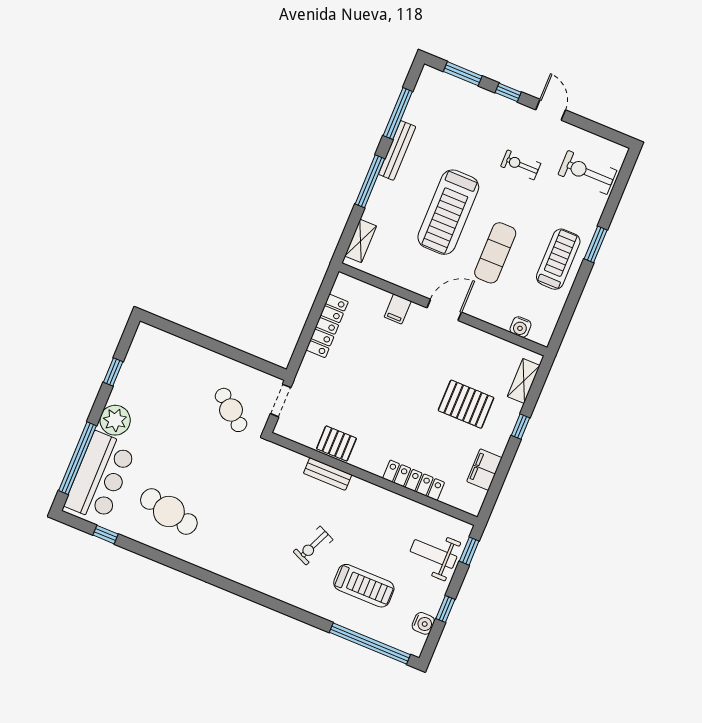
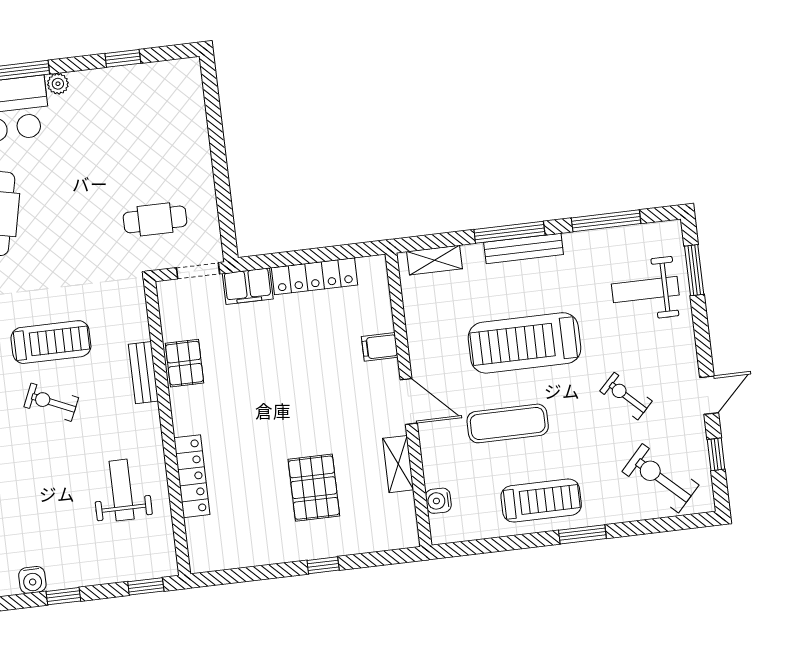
window: (508, 92) -> (716, 454), moved
weight bench: (458, 113) -> (645, 290), added
bench: (397, 150) -> (524, 248), moved
exercise bike: (521, 165) -> (626, 396), turned -46
exercise bike: (587, 172) -> (660, 478), turned -47
shelving: (524, 381) -> (398, 464), moved, turned 90
cafe table: (231, 410) -> (155, 219), turned 51
plant: (115, 420) -> (58, 84), width x0.53, depth x0.53
filing cabinet: (484, 470) -> (248, 286), moved, turned 180
weight bench: (434, 554) -> (122, 490), moved
treadmill: (364, 586) -> (51, 342), moved, turned -90

